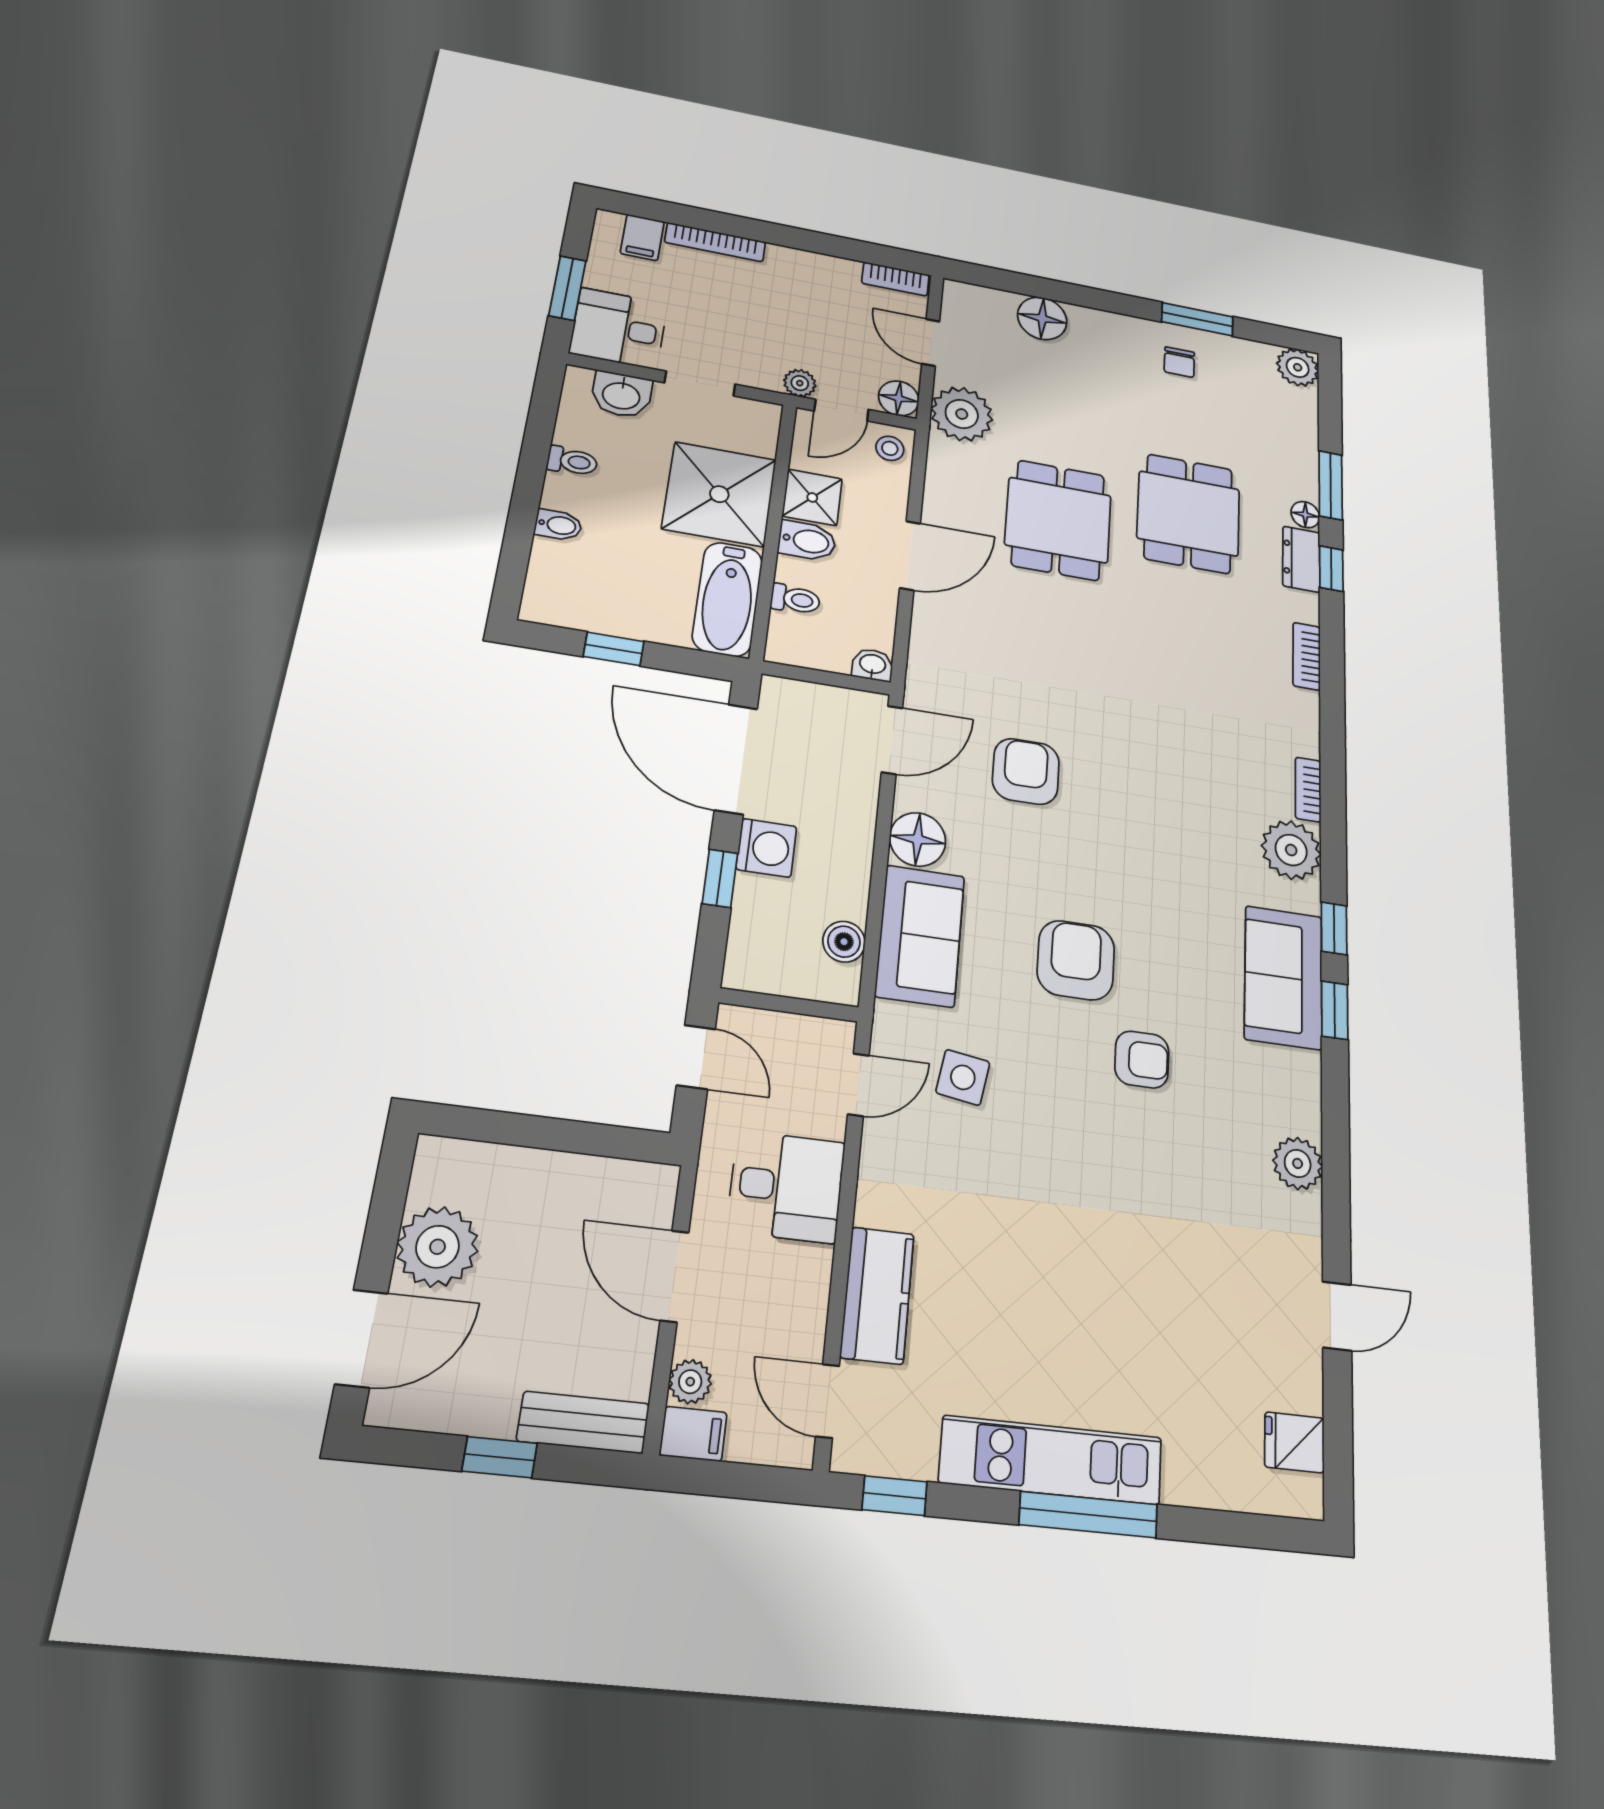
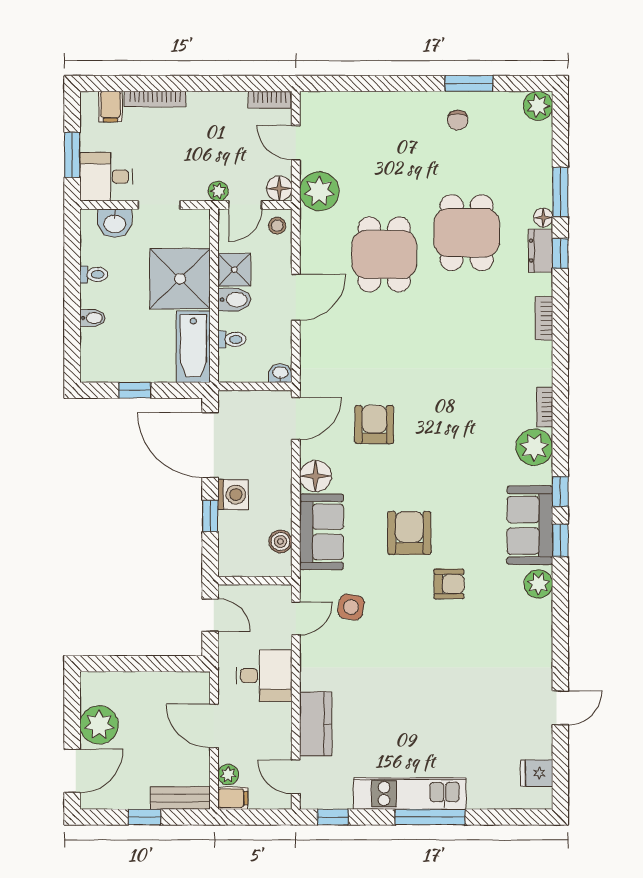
floor lamp: (1042, 318) -> (366, 107), removed
plant: (1298, 1163) -> (538, 584), moved

